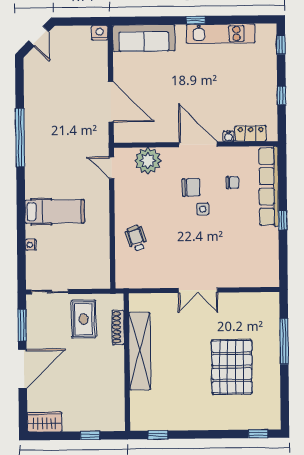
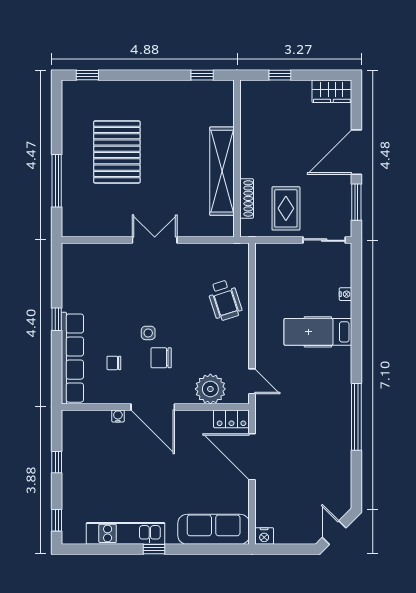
locker: (251, 134) -> (231, 419), moved
wheelchair: (136, 238) -> (225, 300), width x1.36, depth x1.37

